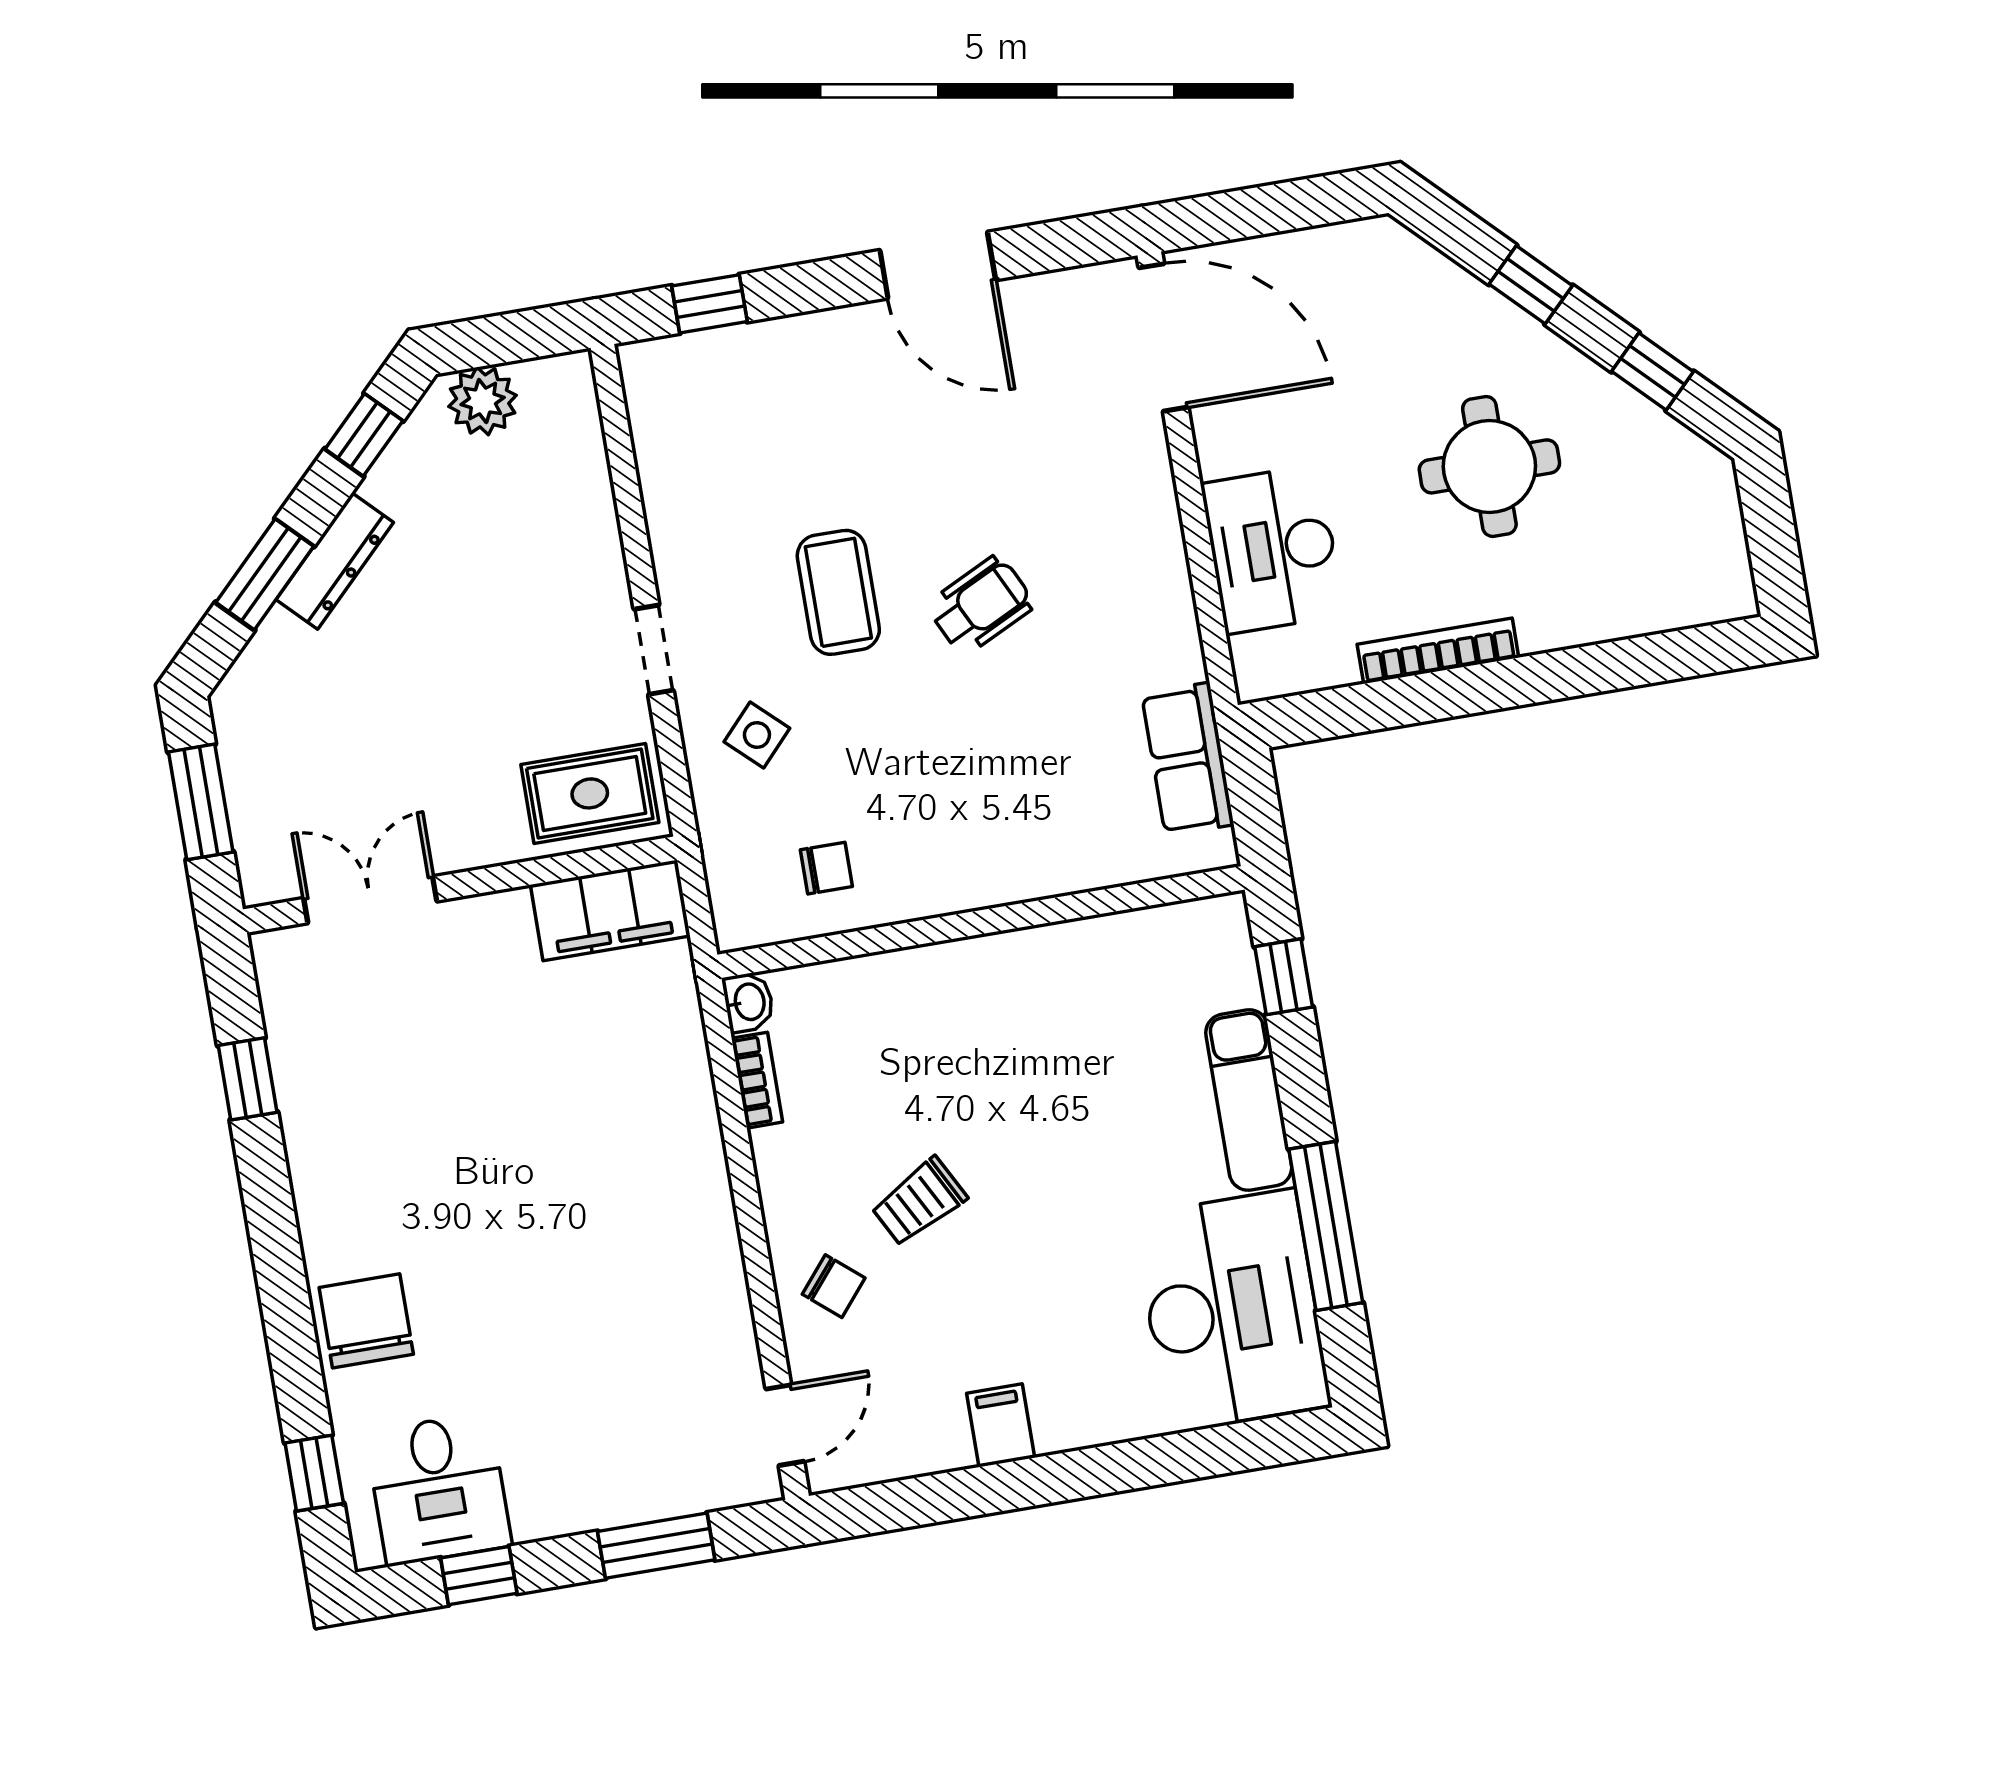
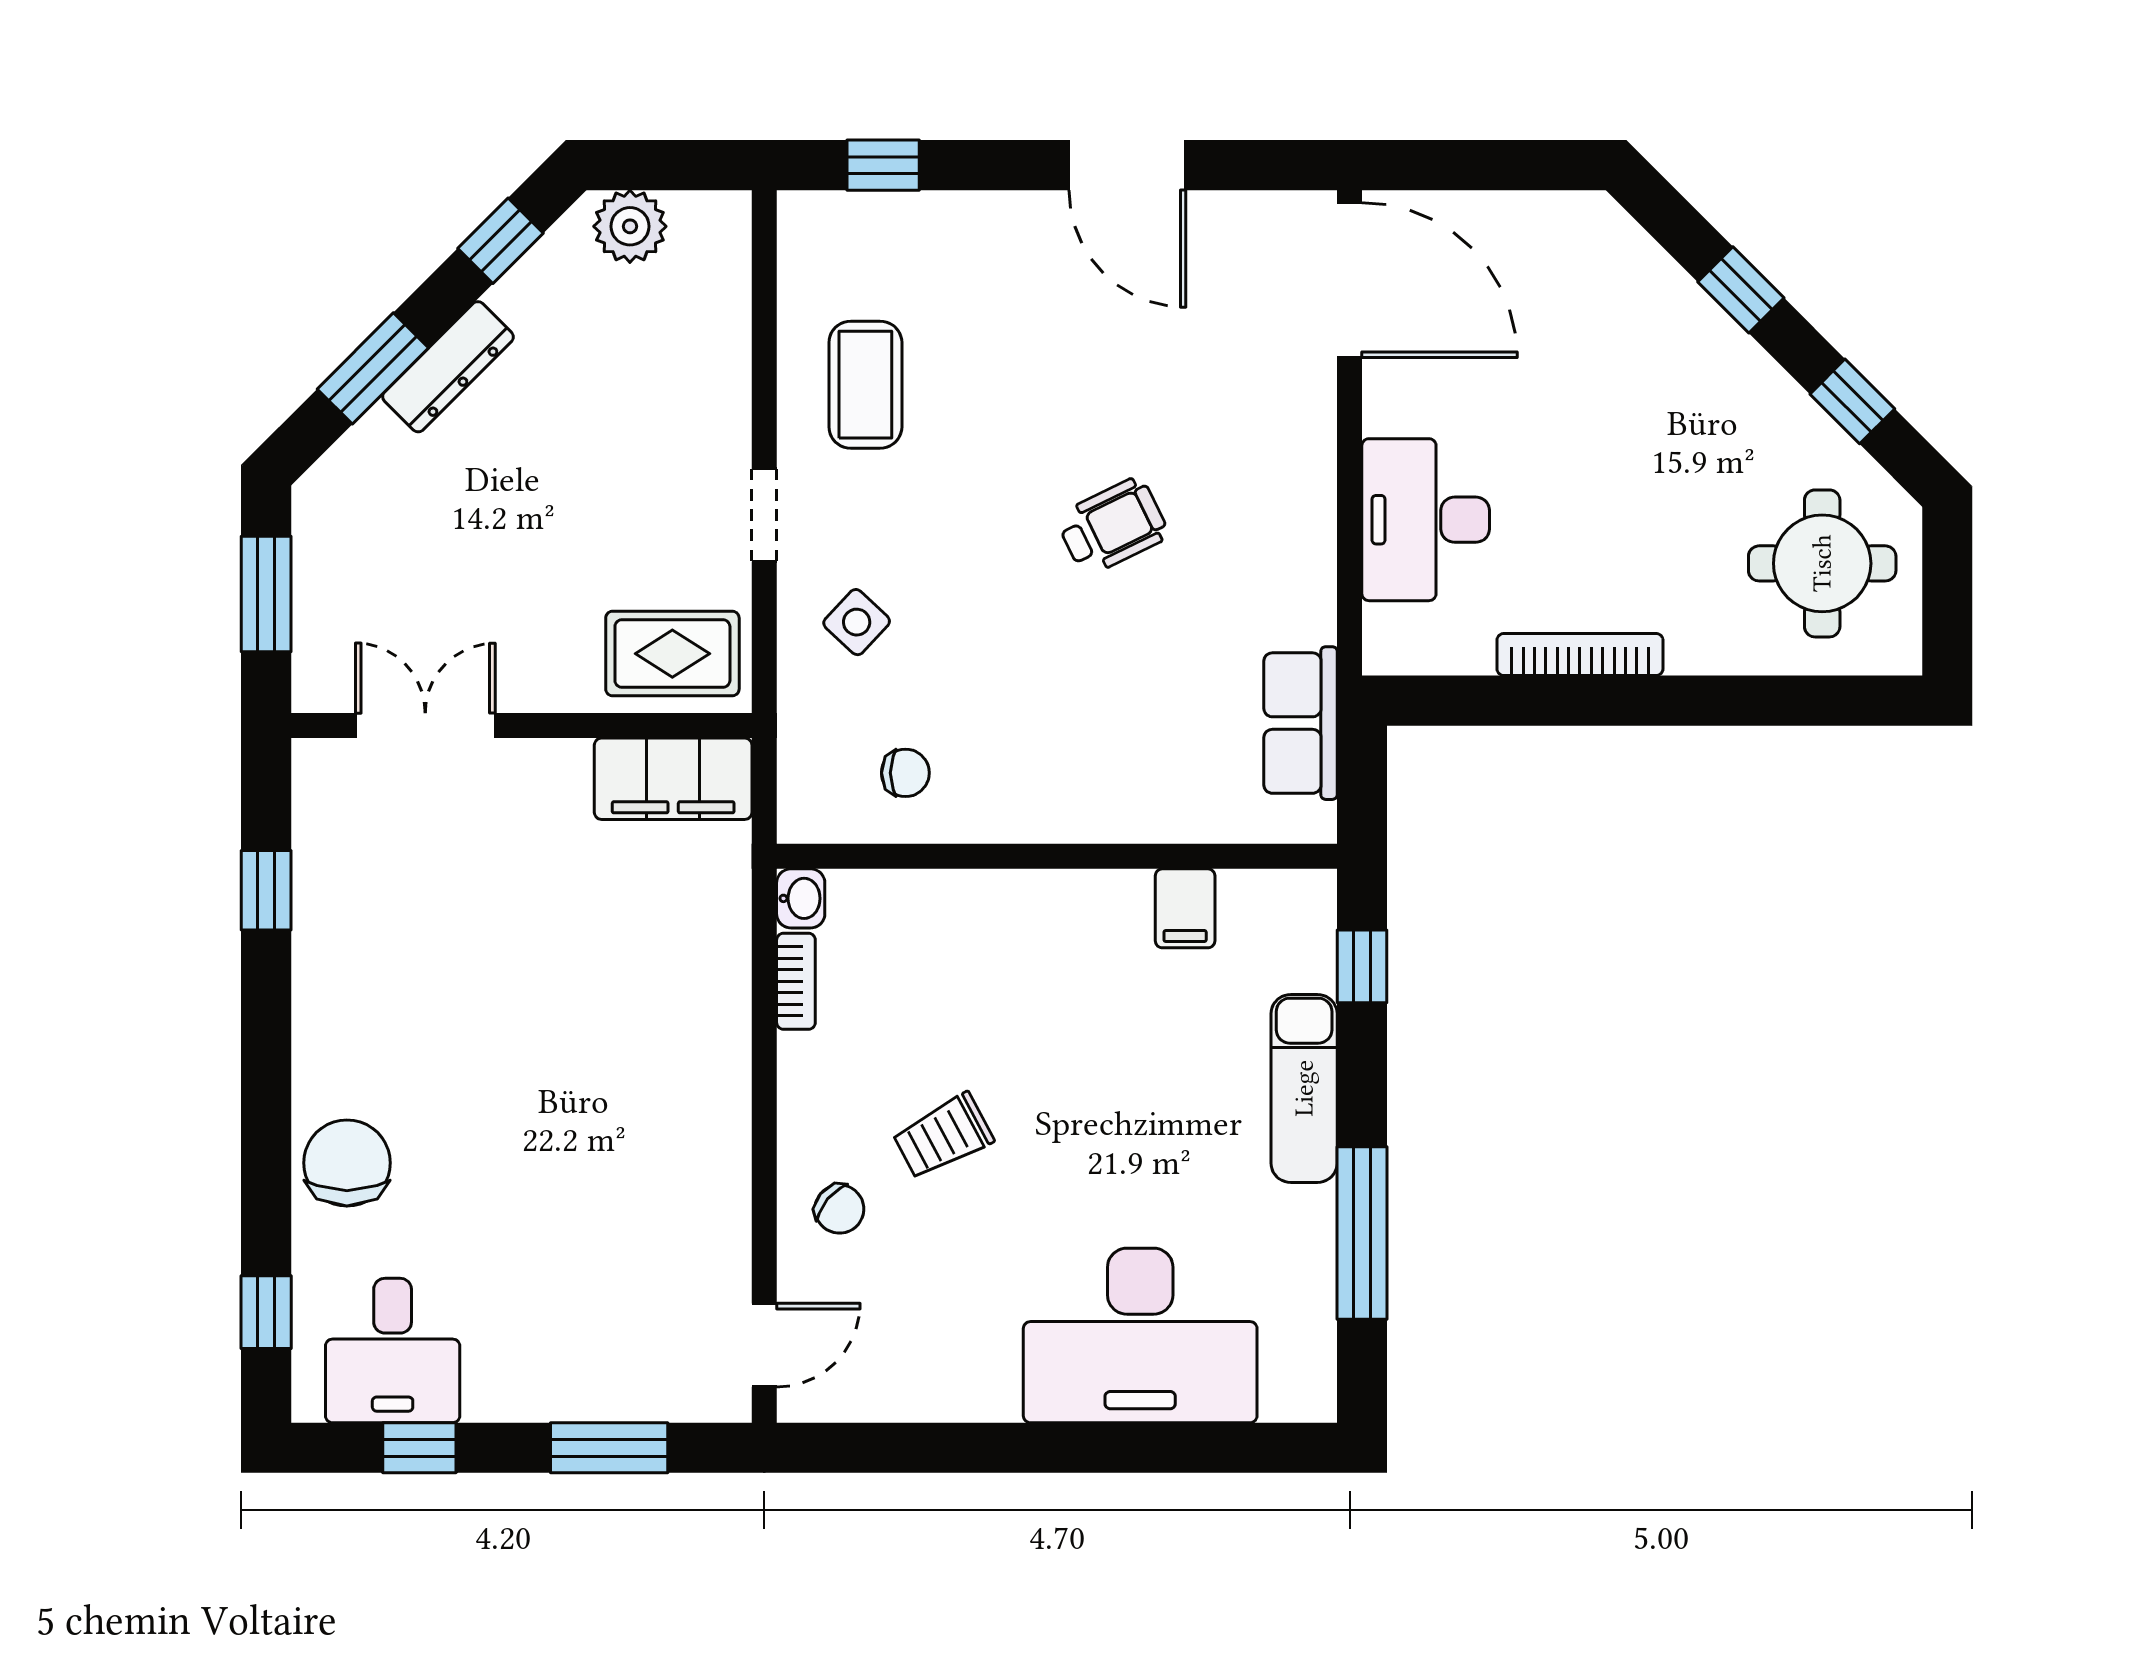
round table: (1489, 466) -> (1822, 563), moved
coffee table: (838, 592) -> (865, 385), moved
desk: (1232, 1310) -> (1140, 1335), moved, turned 90
filing cabinet: (1001, 1425) -> (1185, 908), moved, turned 180

